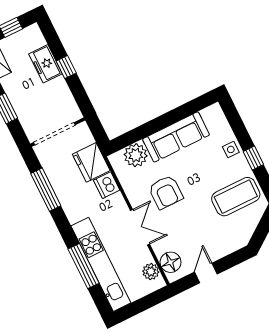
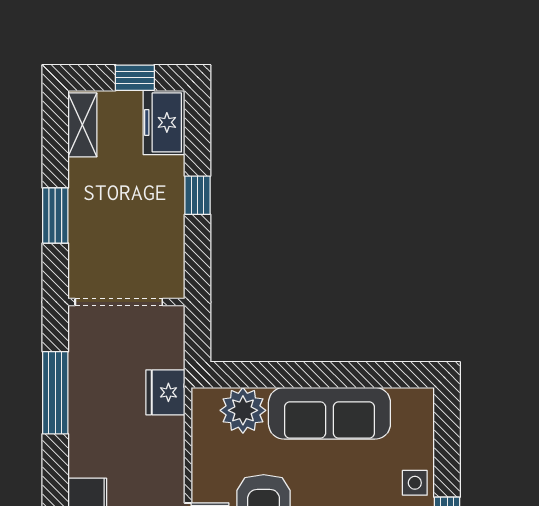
freezer: (45, 64) -> (164, 122), moved
fridge: (91, 162) -> (165, 392), width x0.73, depth x0.75
dishwasher: (107, 185) -> (166, 438), removed

